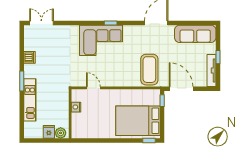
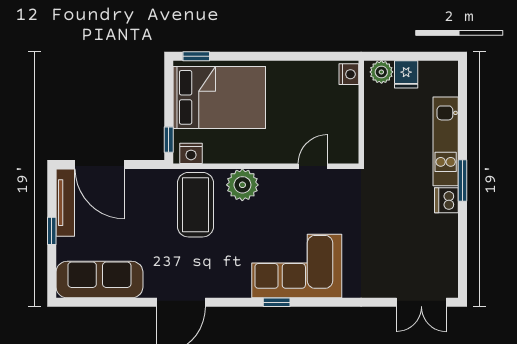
dishwasher: (29, 57) -> (446, 200), moved
plant: (127, 79) -> (242, 185), added
door: (93, 88) -> (313, 166), swing flipped
door: (181, 89) -> (100, 165), moved
nightstand: (151, 94) -> (191, 153), added
nightstand: (76, 107) -> (349, 74), moved

